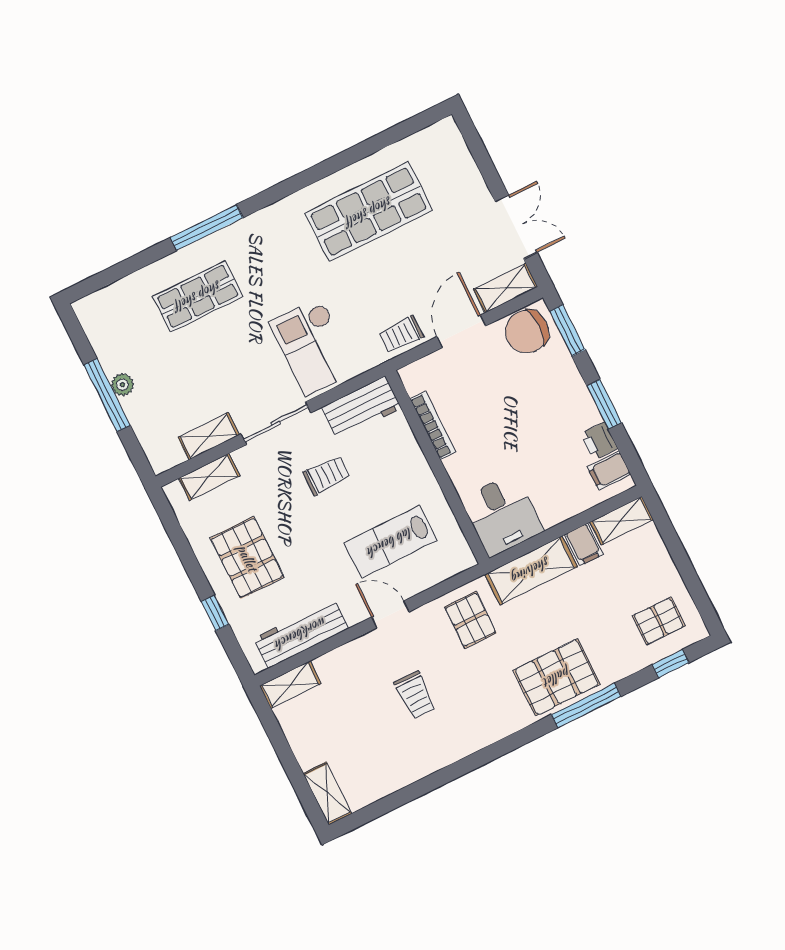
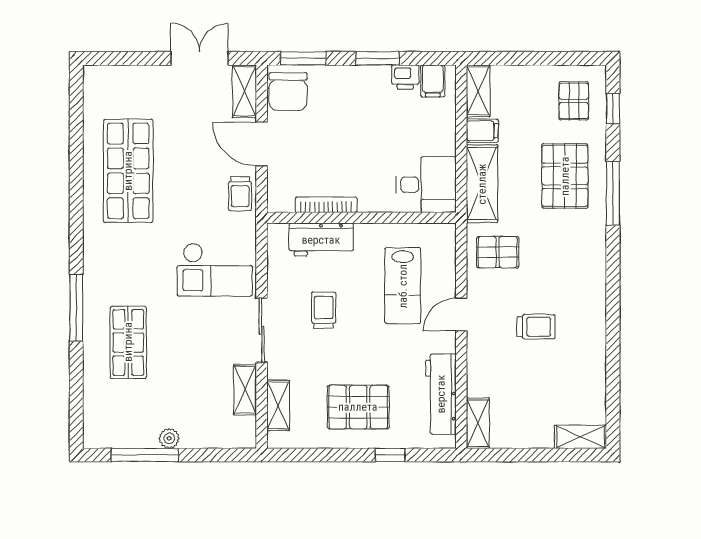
window: (107, 395) -> (145, 455), moved
workbench: (362, 408) -> (321, 240), moved, turned 90
pallet: (557, 677) -> (565, 176), moved

